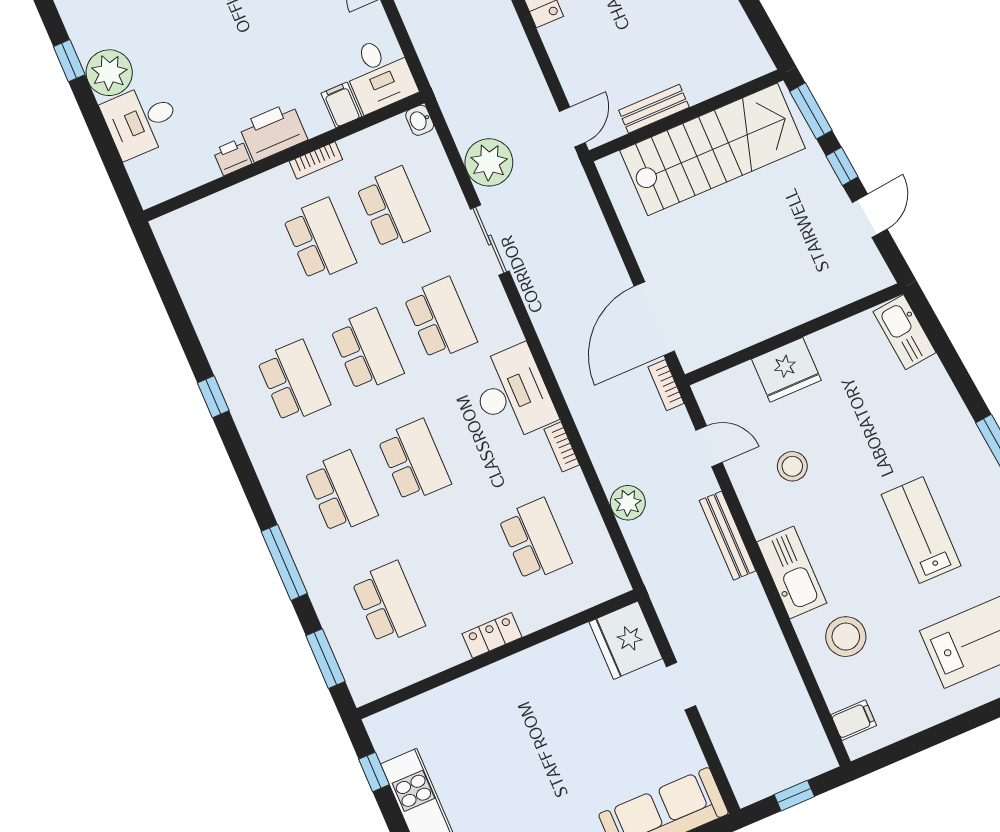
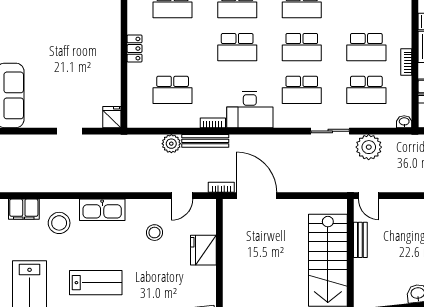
bench: (728, 536) -> (205, 141), moved
fridge: (626, 640) -> (112, 117), width x0.53, depth x0.75
filing cabinet: (854, 720) -> (24, 209), width x2.00

